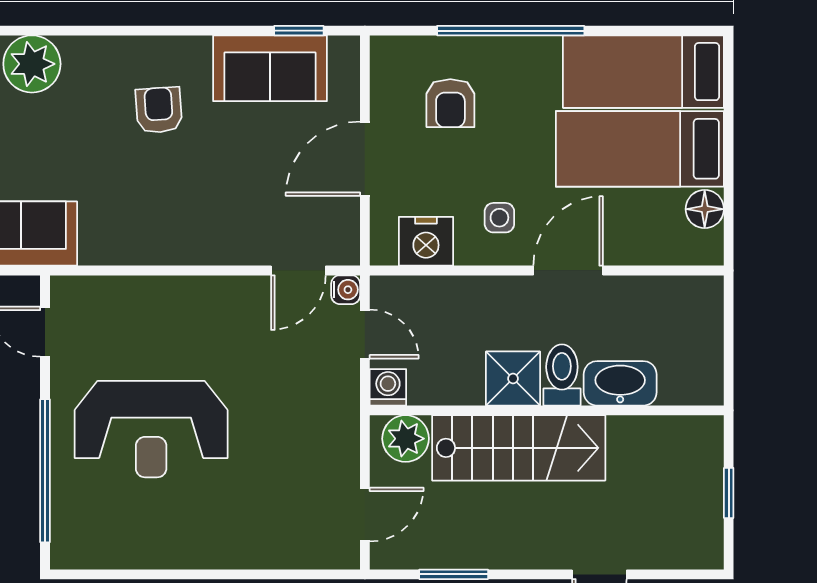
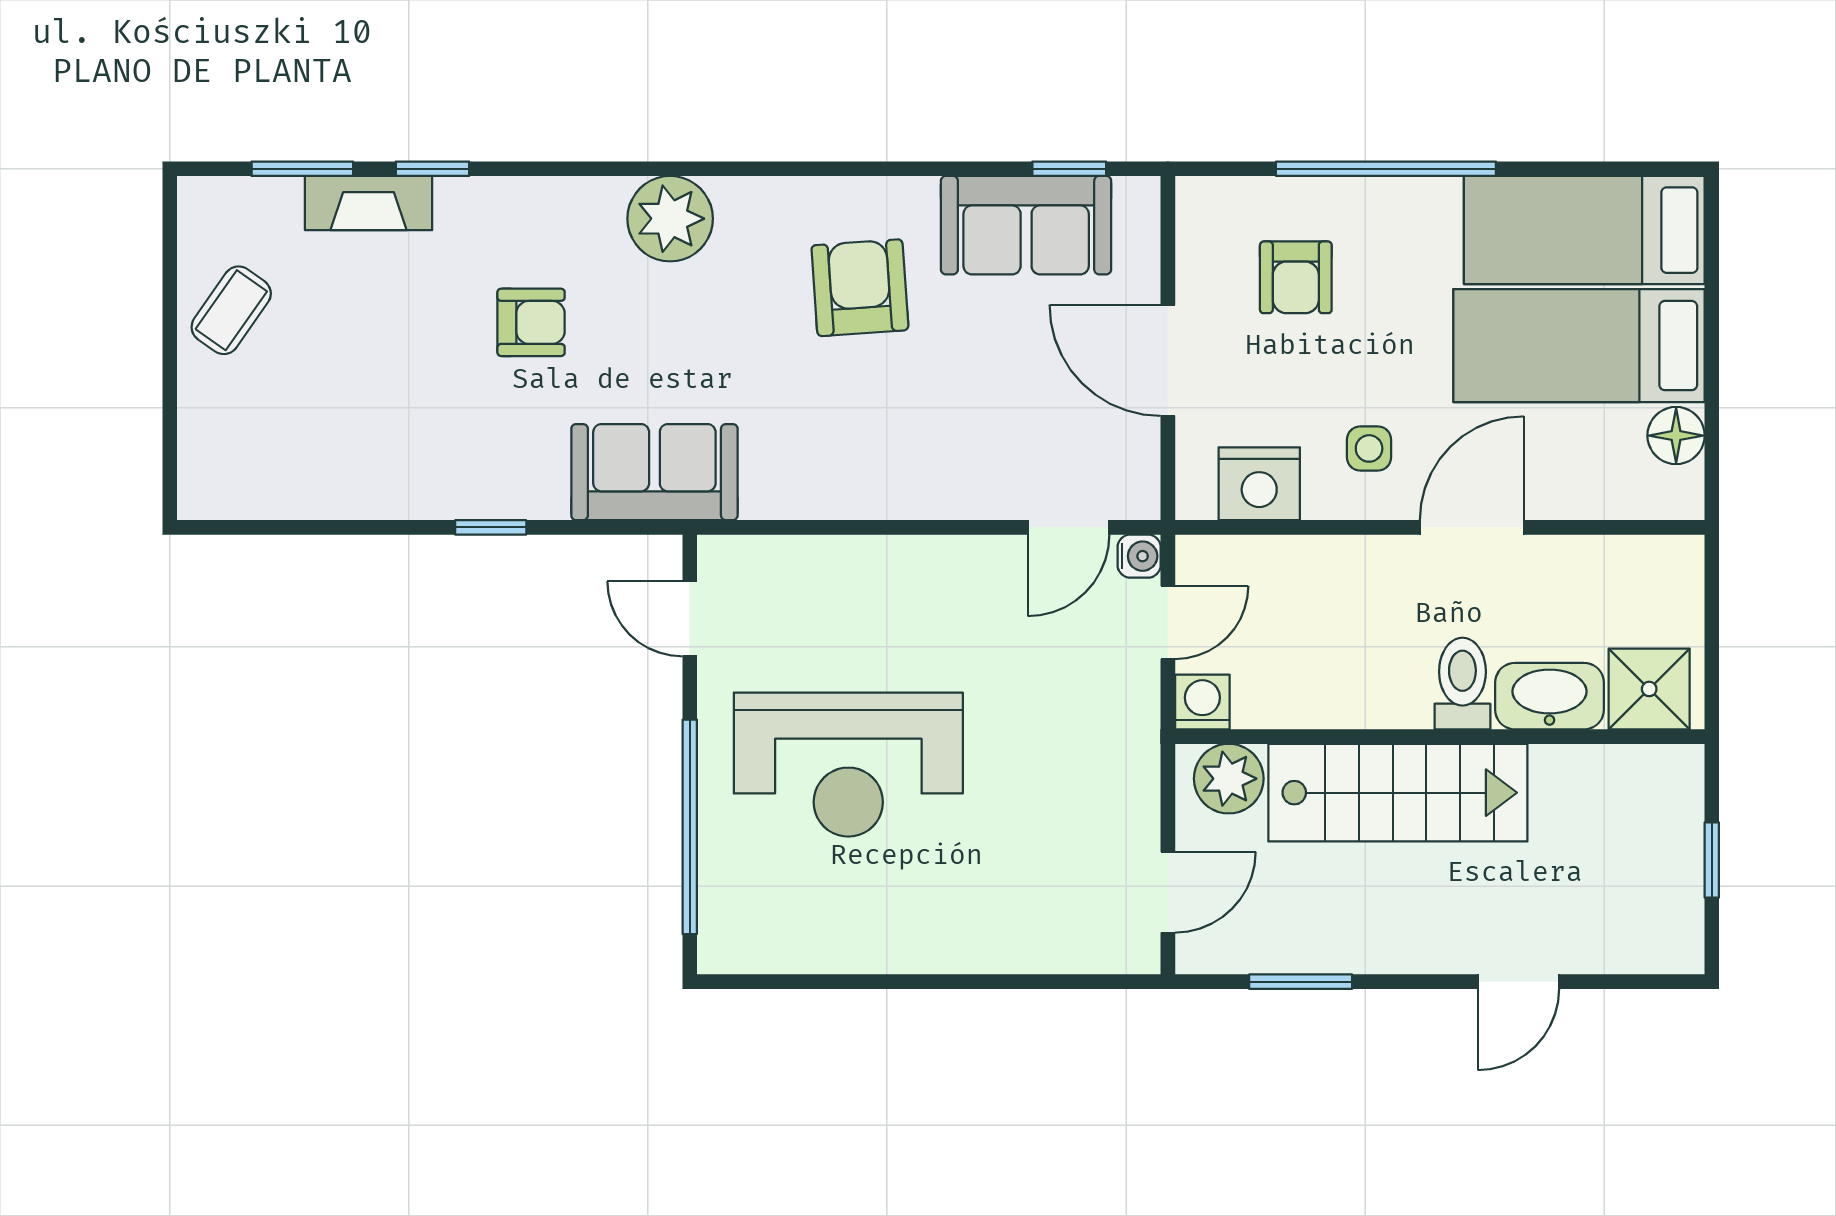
armchair: (159, 110) -> (860, 288), width x1.38, depth x1.38
door: (365, 159) -> (1168, 360), hinge flipped
door: (365, 334) -> (1168, 622), hinge flipped
shower: (513, 379) -> (1649, 689), moved

